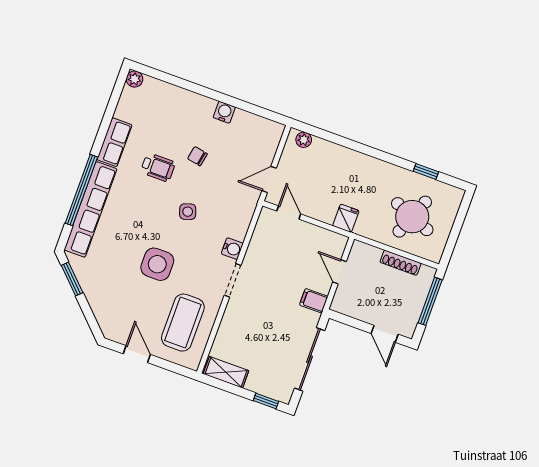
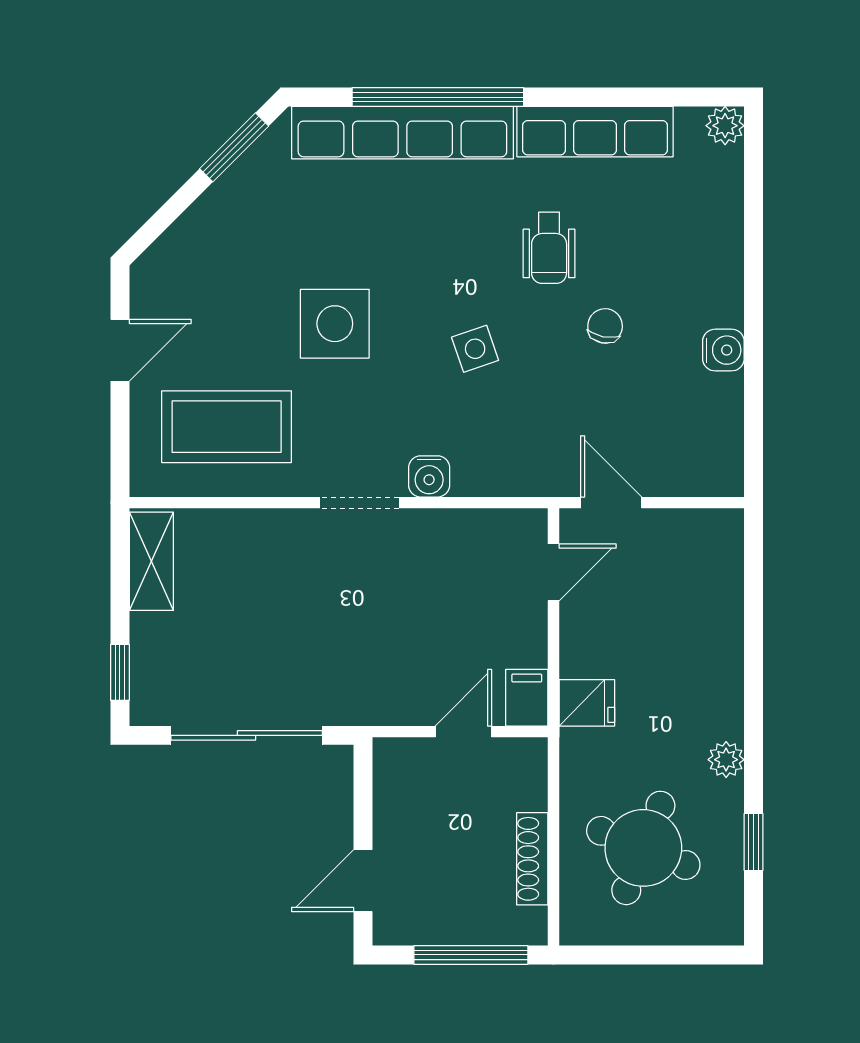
plant: (304, 140) -> (726, 760), moved
row of seats: (114, 142) -> (595, 132), width x1.48
filing cabinet: (314, 301) -> (527, 698), moved

